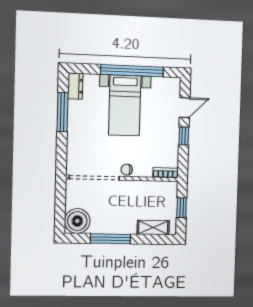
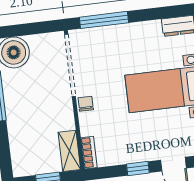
window: (63, 112) -> (104, 20), moved
shelving: (153, 228) -> (69, 151), moved

